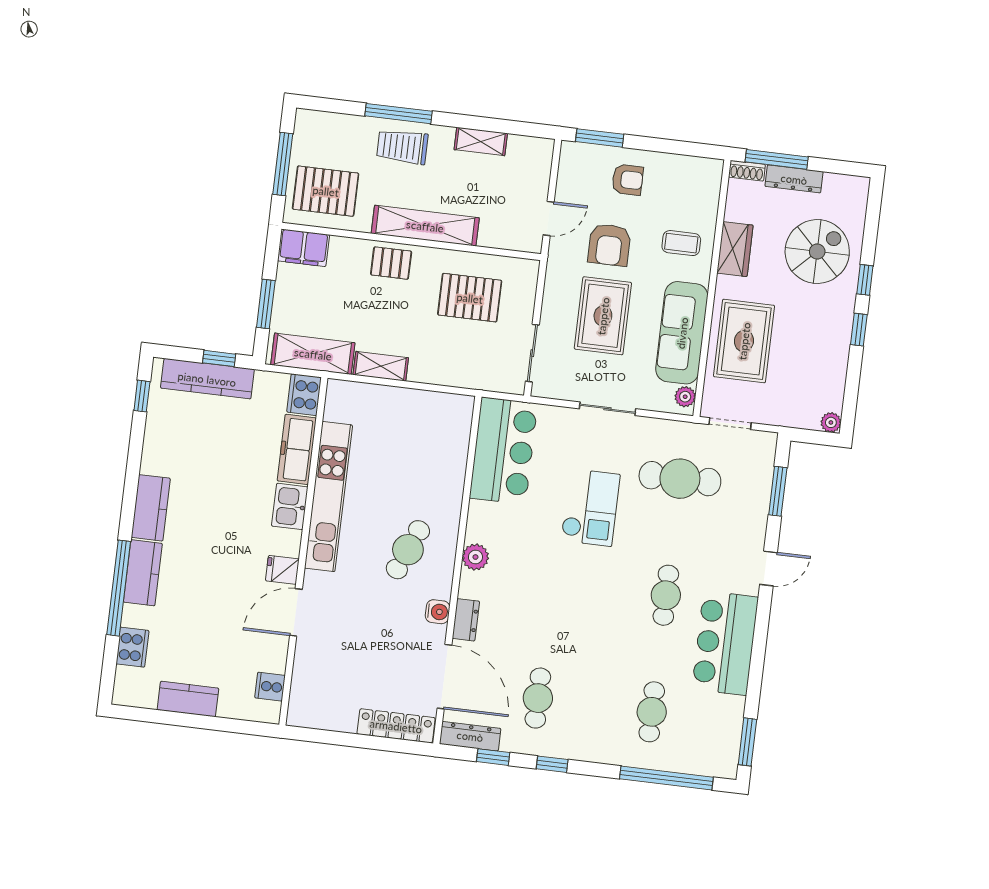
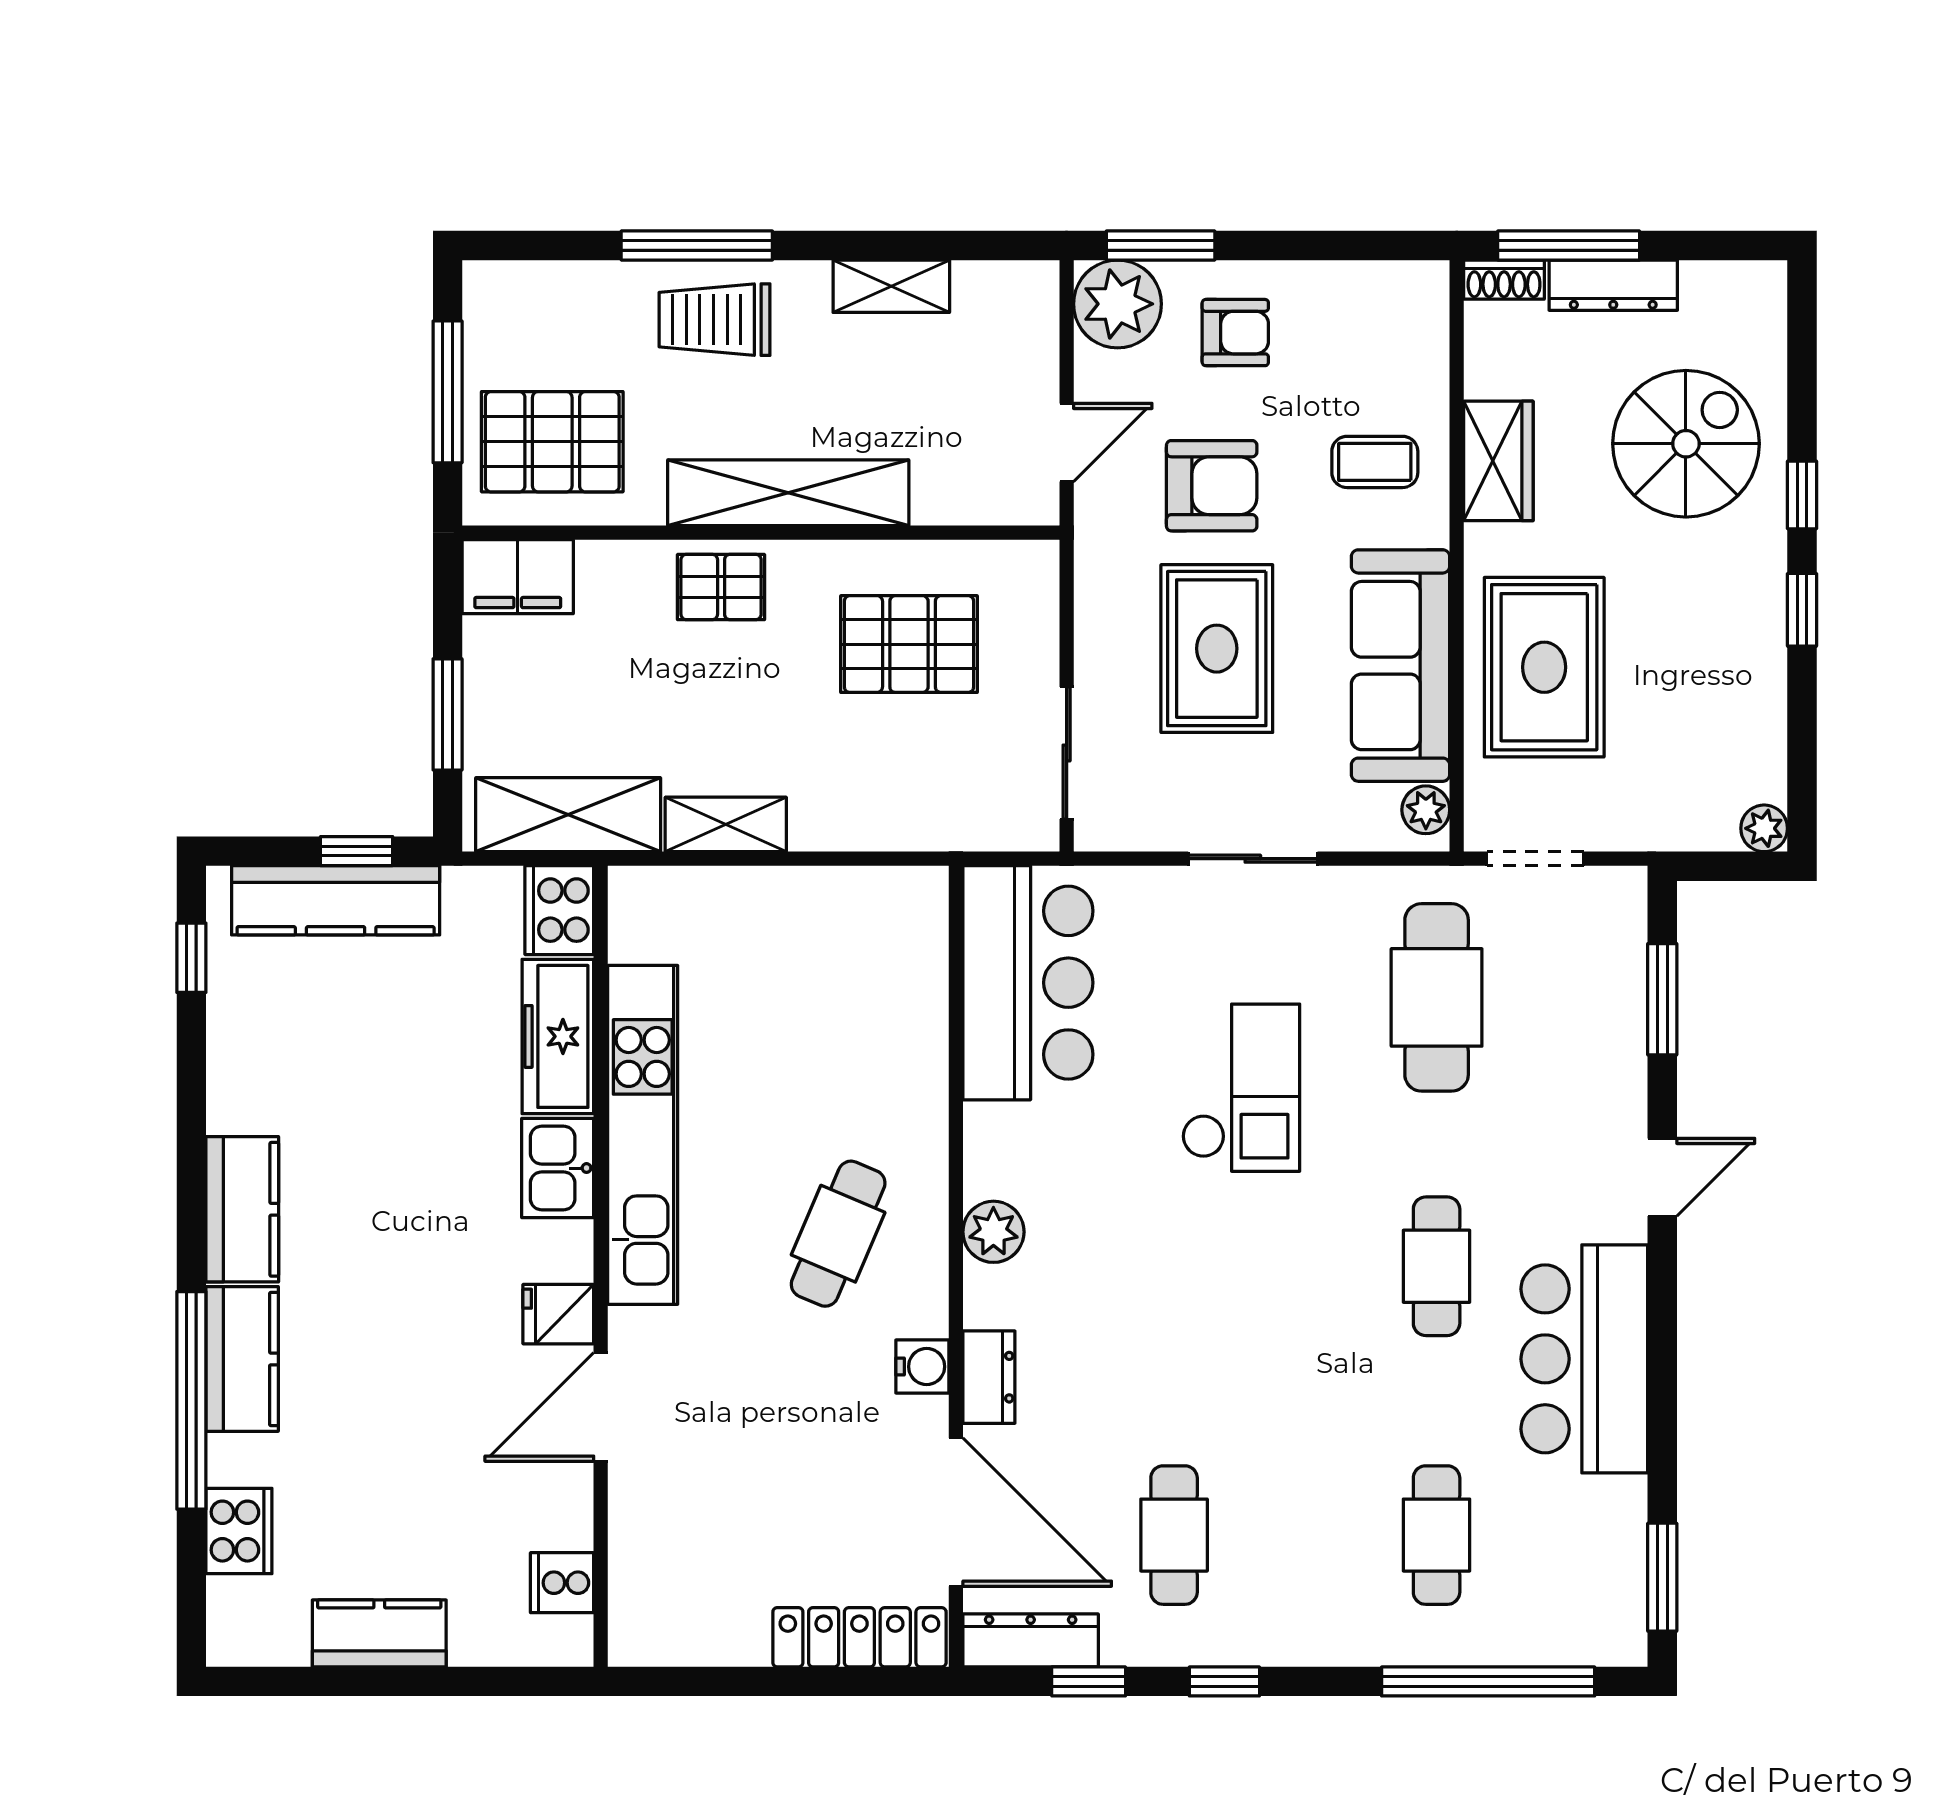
plant: (578, 161) -> (1118, 304), added
armchair: (609, 245) -> (1212, 486), turned -90
cafe table: (680, 479) -> (1437, 997), turned 90

